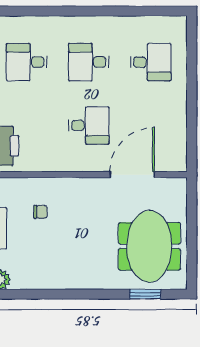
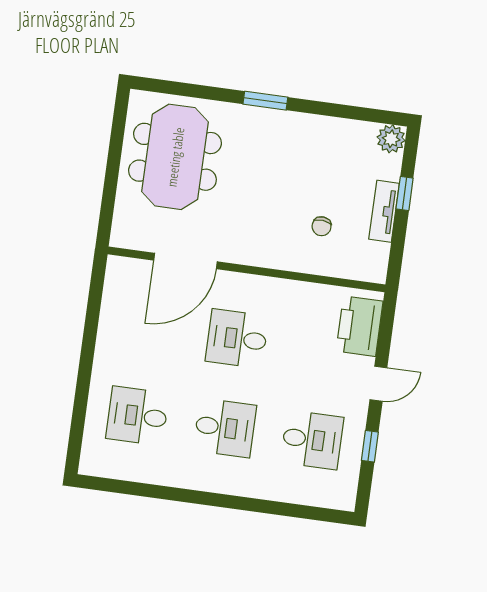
chair: (41, 212) -> (322, 226), turned -84
window: (145, 294) -> (265, 101), moved

